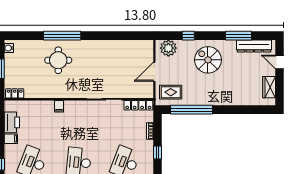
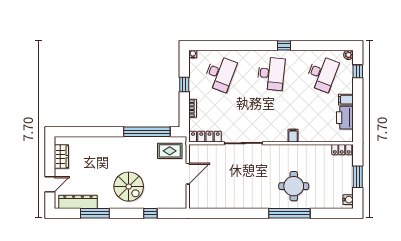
plant: (168, 48) -> (172, 200), removed
door: (279, 62) -> (50, 184), hinge flipped

